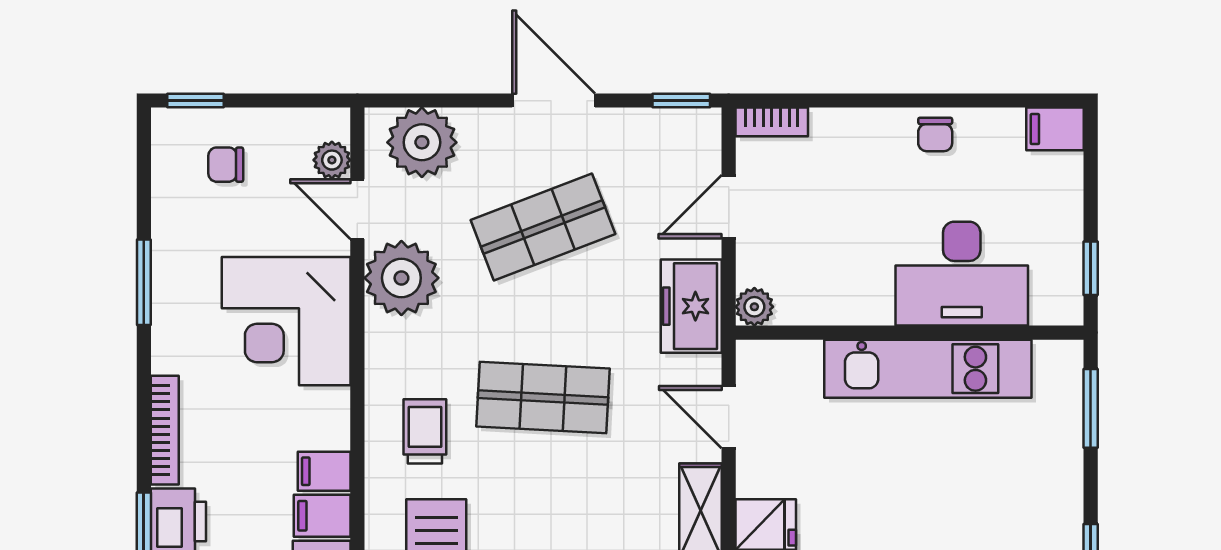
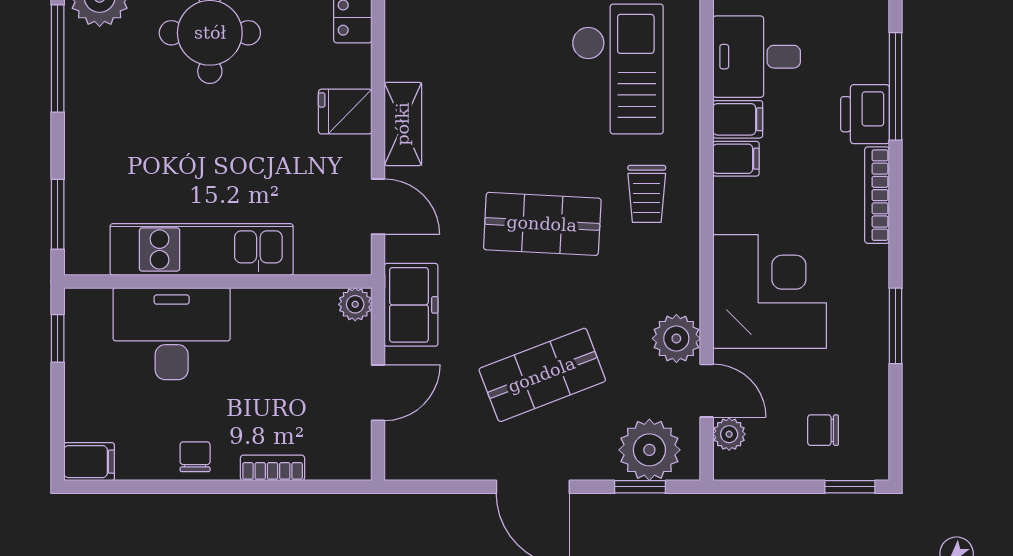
window: (681, 101) -> (640, 487), moved
bookcase: (772, 122) -> (273, 468), moved
chair: (226, 165) -> (823, 430), turned 180
plant: (401, 278) -> (676, 338), width x0.73, depth x0.73

